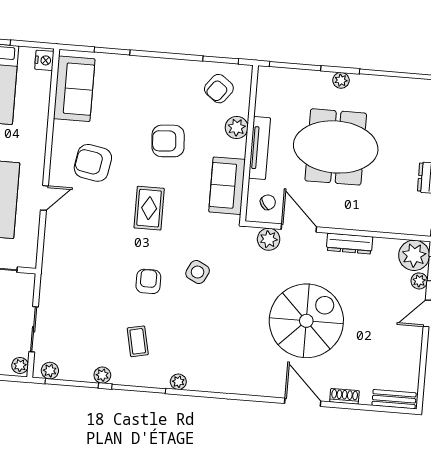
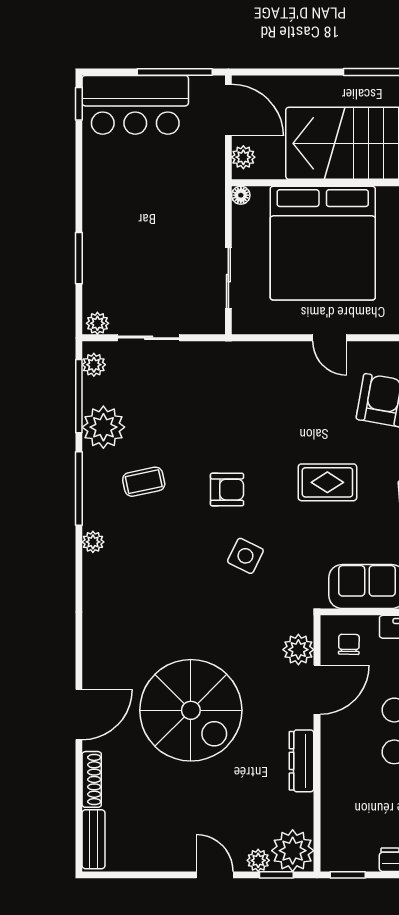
chair: (268, 202) -> (349, 644), turned -144
plant: (102, 375) -> (103, 427), width x1.88, depth x1.88
shoe rack: (344, 396) -> (92, 779), width x1.43

